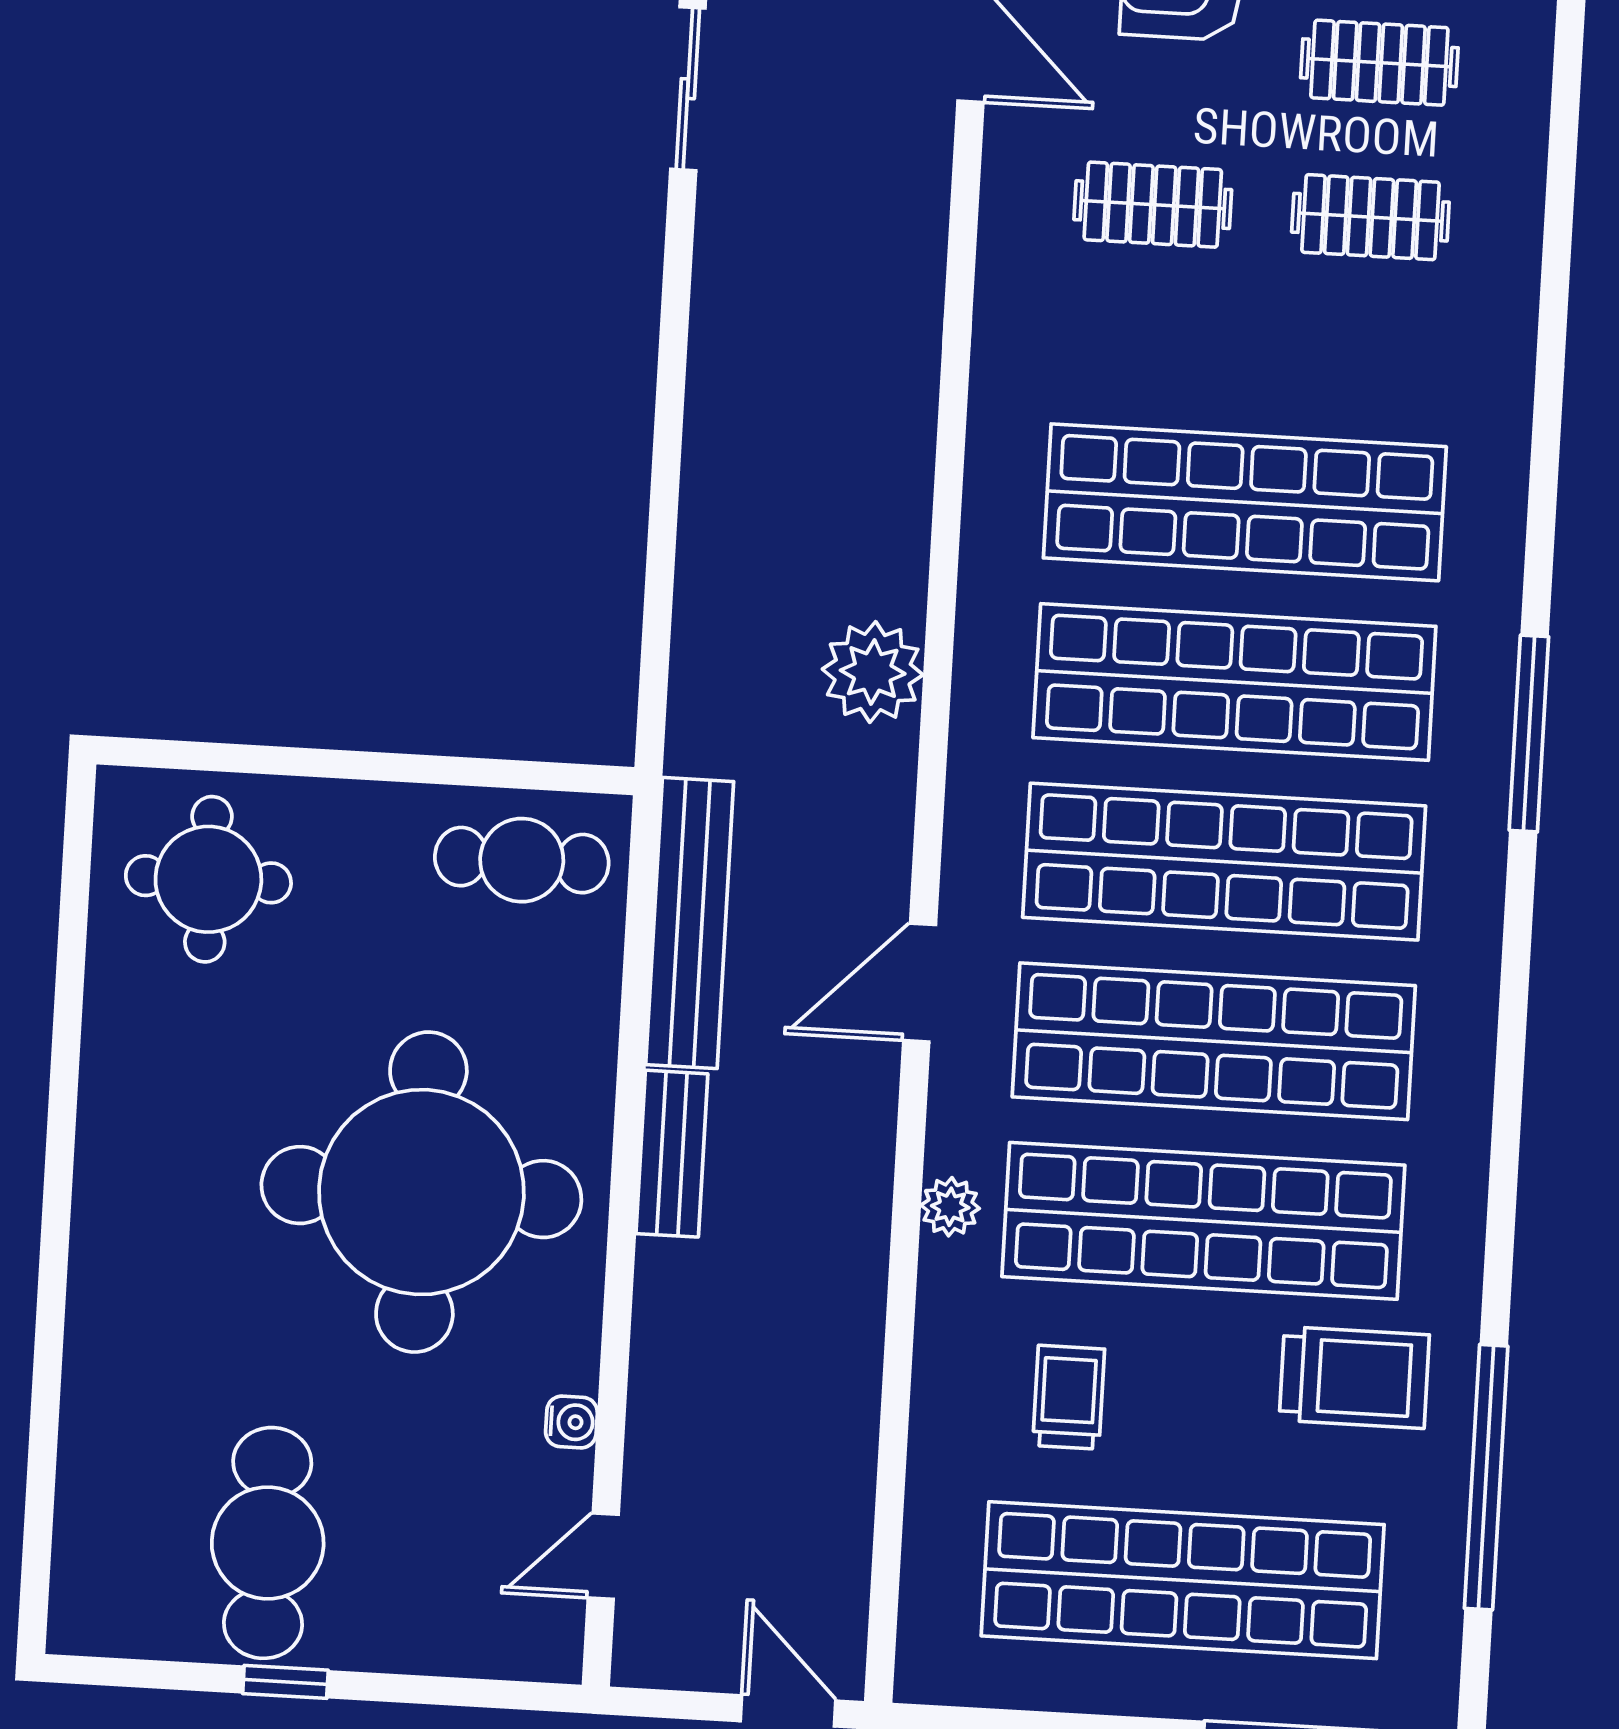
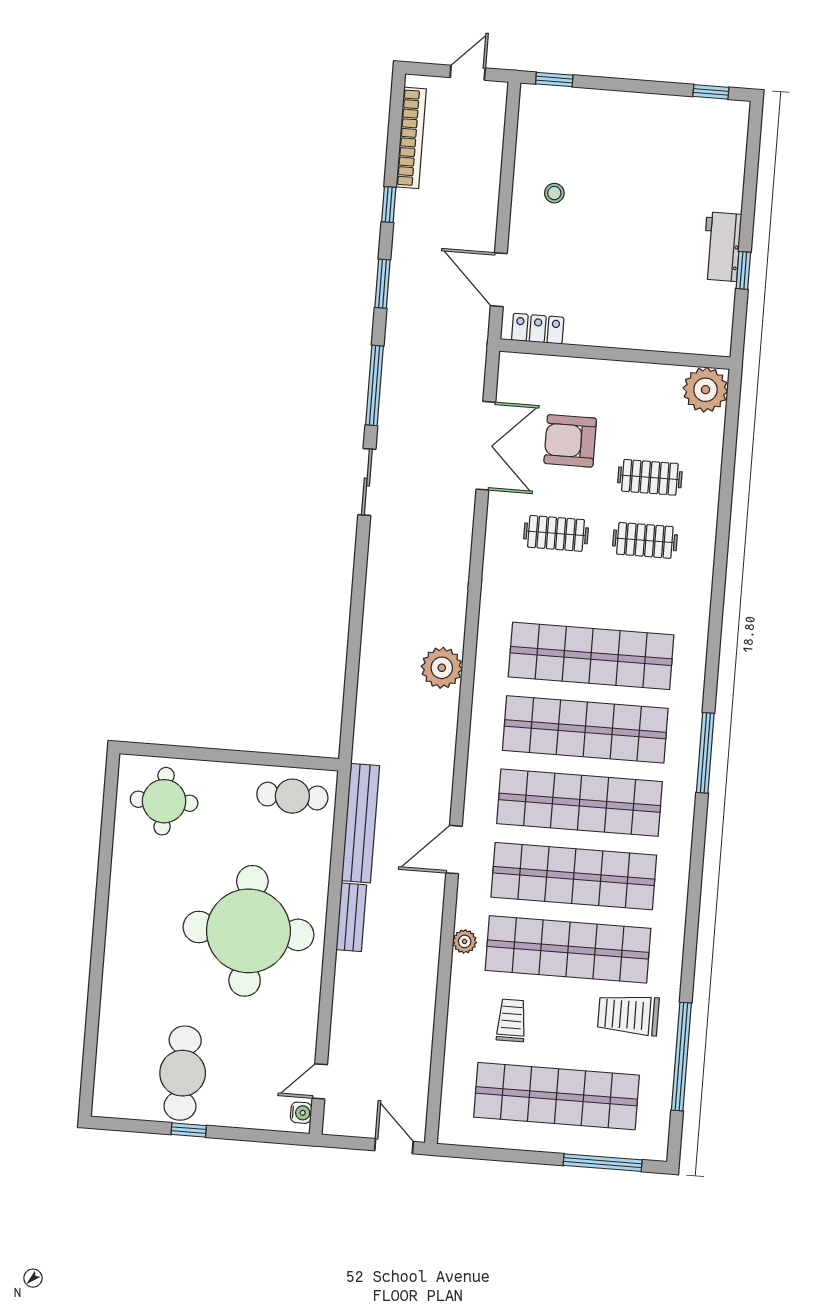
plant: (873, 672) -> (442, 668), moved
trolley: (1354, 1377) -> (628, 1015), turned 180
water cooler: (571, 1422) -> (301, 1113), moved

